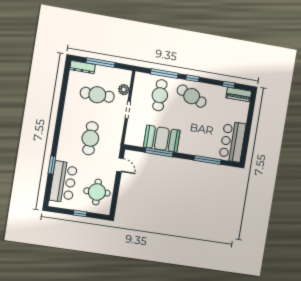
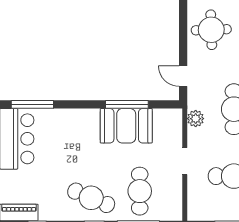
plant: (124, 90) -> (196, 119), moved
window: (208, 160) -> (32, 104), moved

